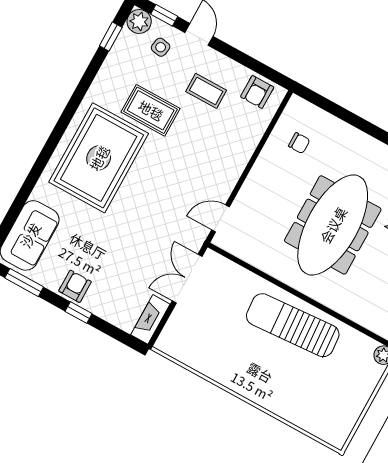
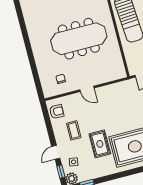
door: (221, 218) -> (87, 89), moved

